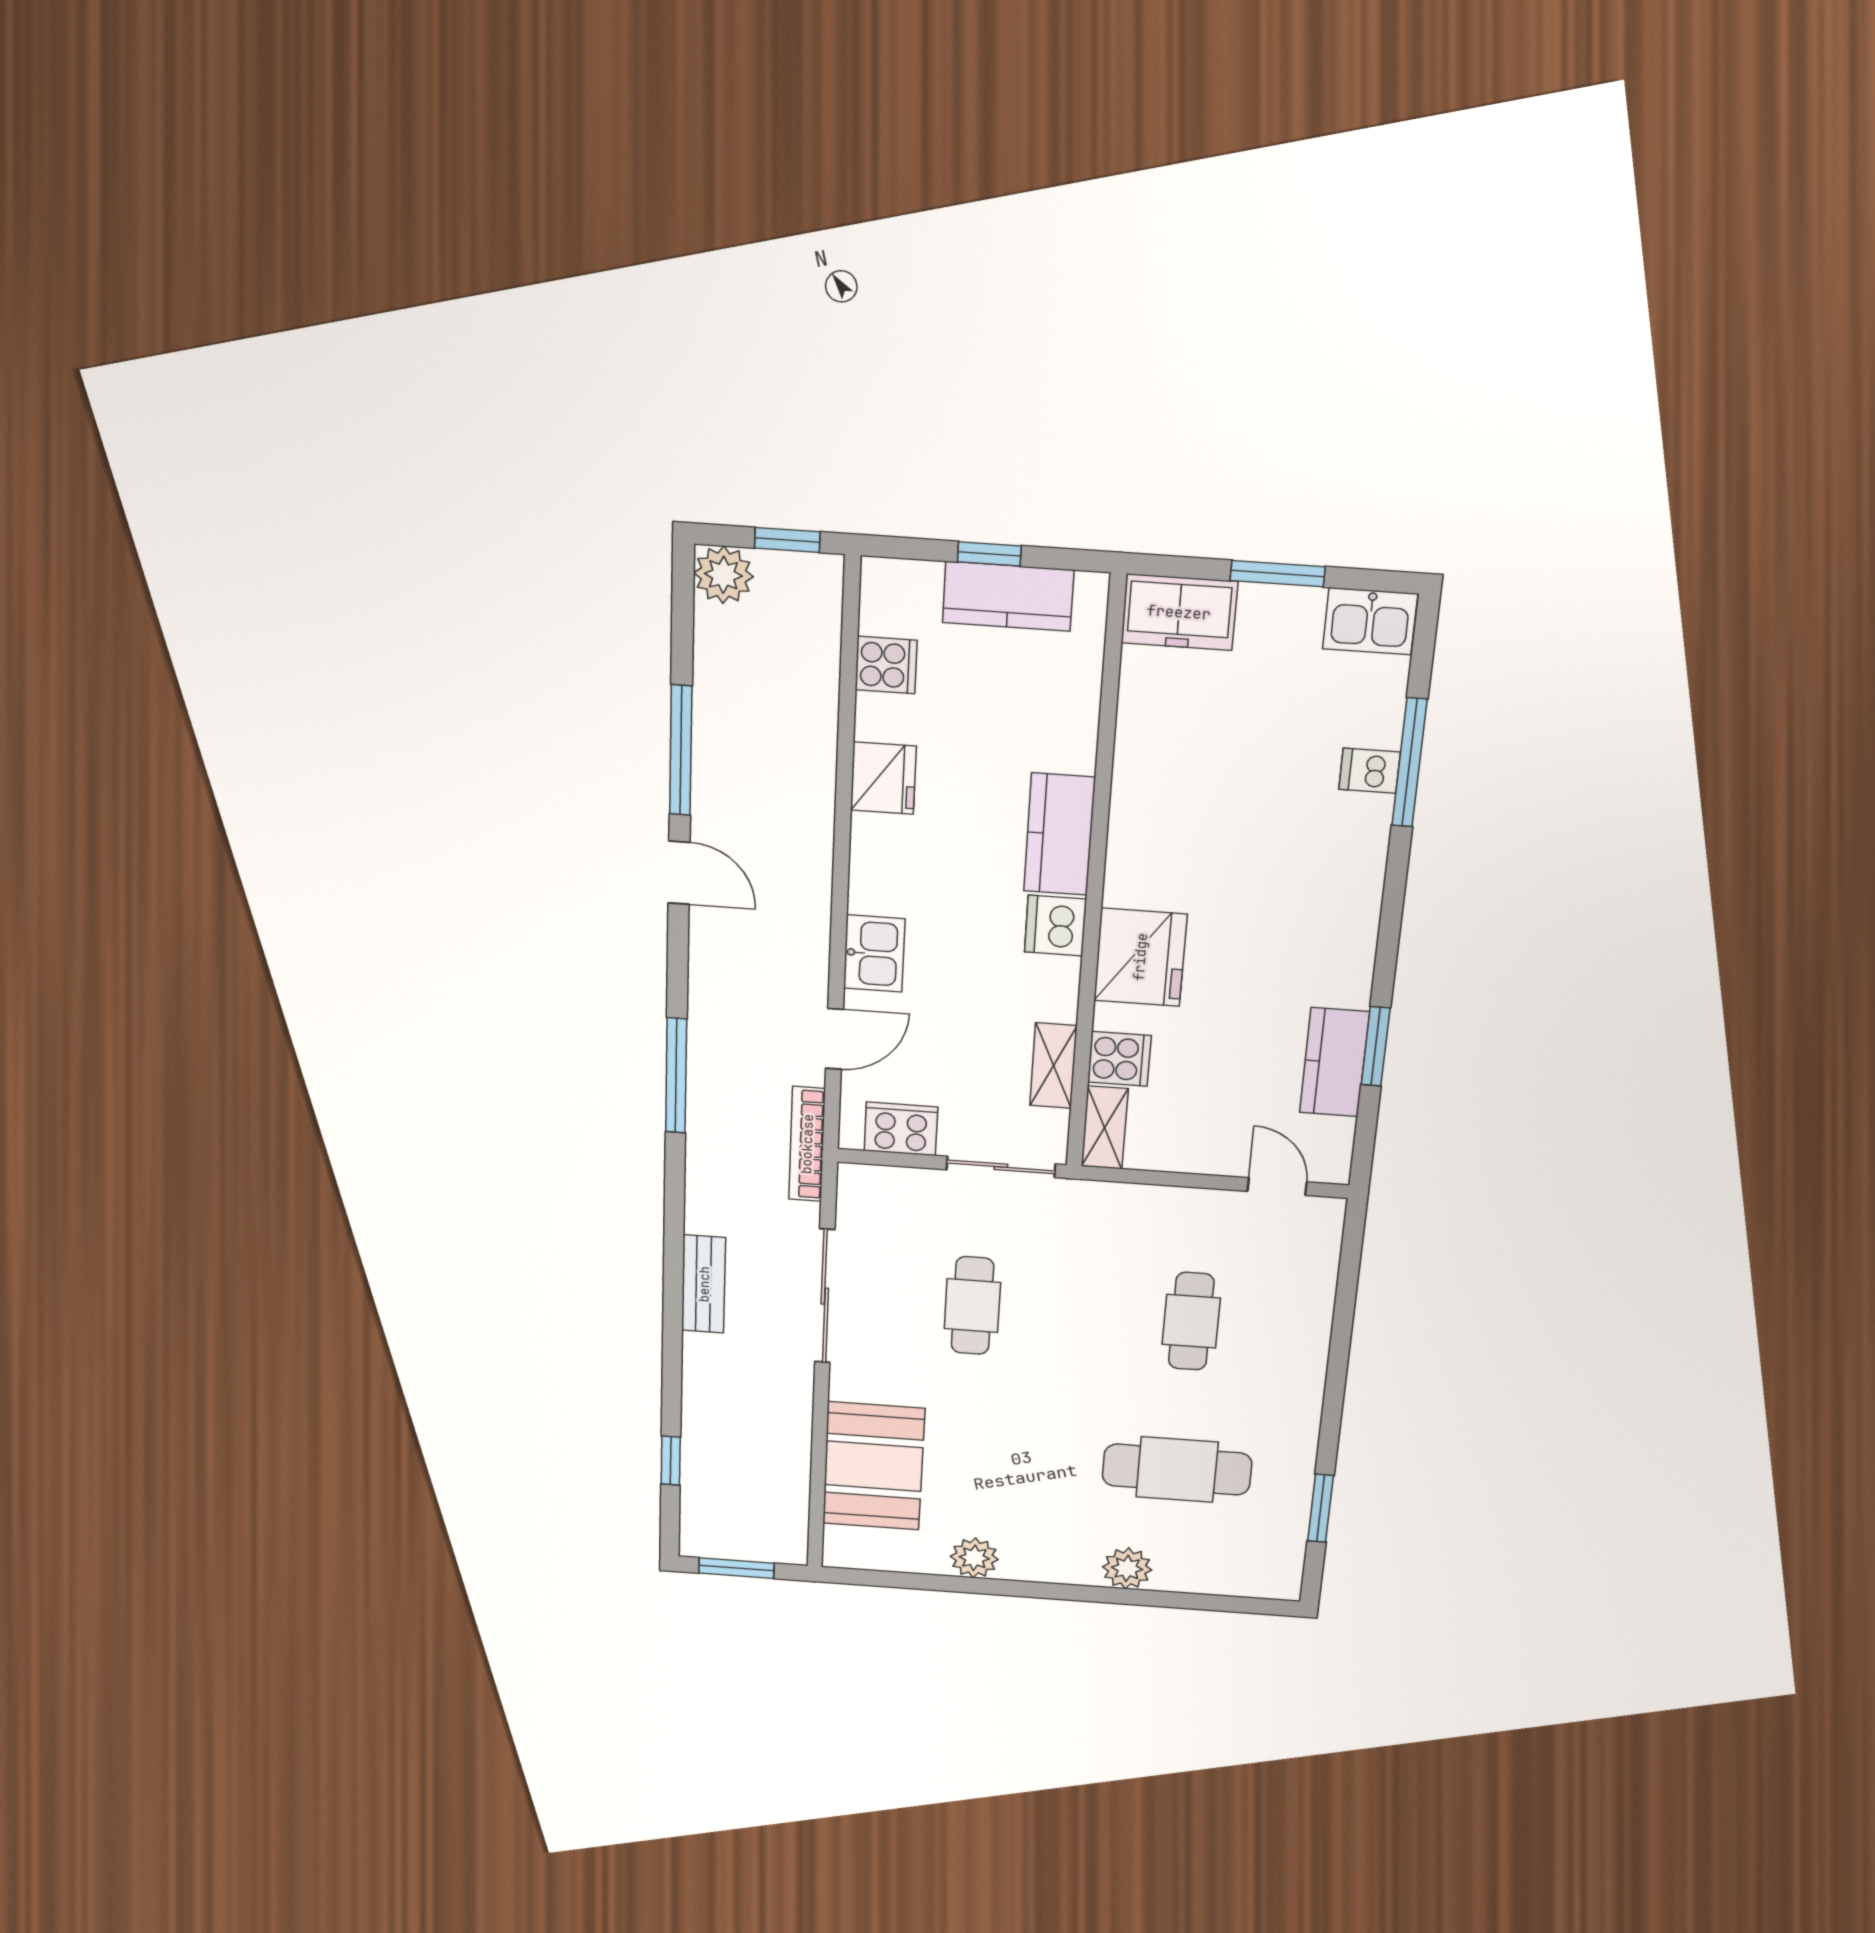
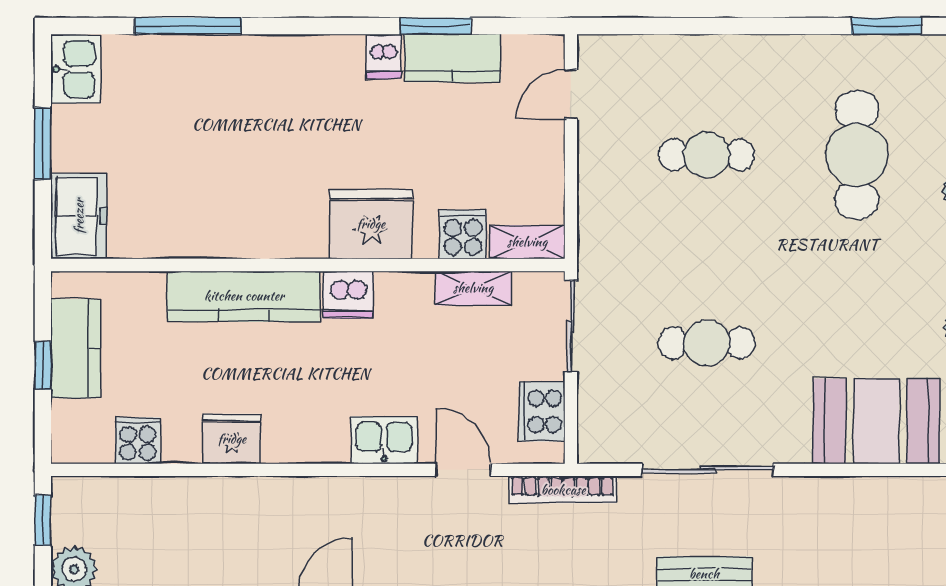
dishwasher: (1370, 771) -> (384, 56), moved
kitchen counter: (1060, 834) -> (244, 296), width x1.50

